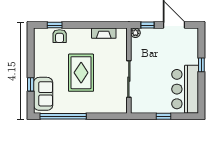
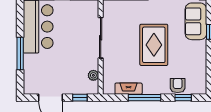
window: (89, 25) -> (145, 98), added
plant: (135, 33) -> (93, 75), moved
window: (201, 65) -> (20, 54), width x2.17

